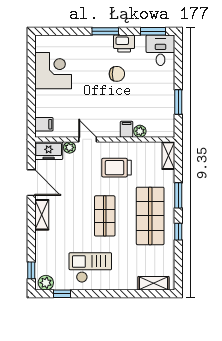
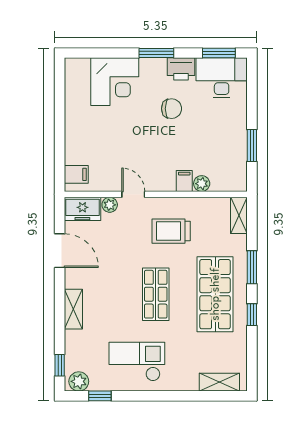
desk: (160, 50) -> (222, 78), width x1.37
corner desk: (53, 71) -> (115, 82), moved, turned 90
shelving: (42, 215) -> (73, 309), moved

